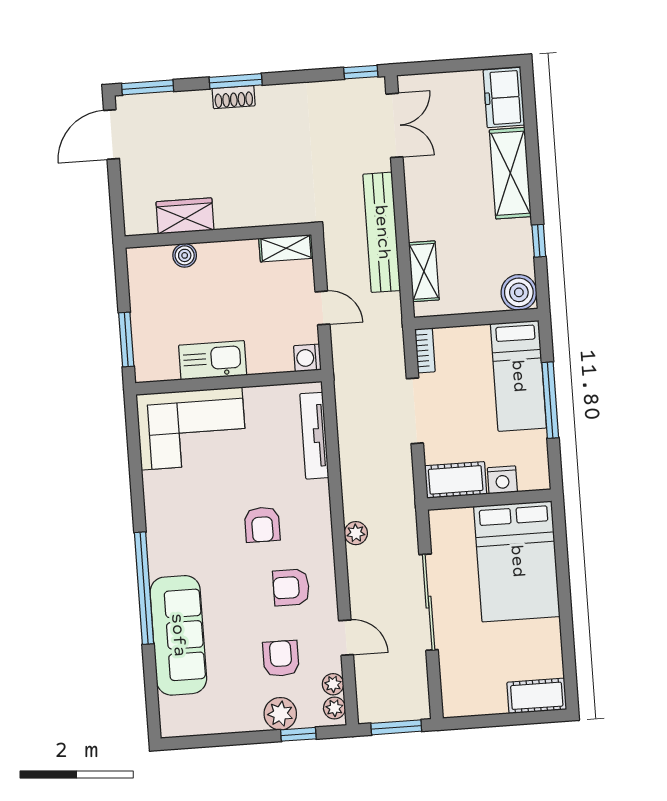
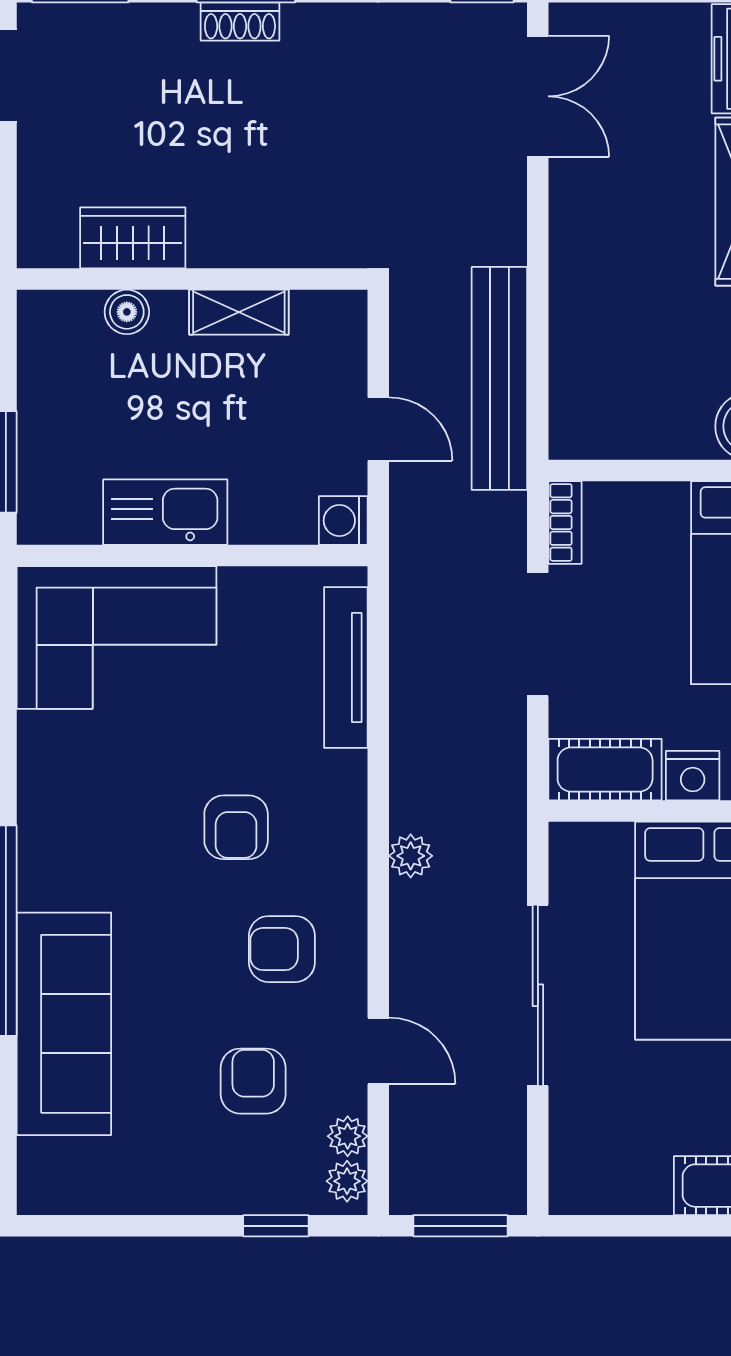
bench: (382, 232) -> (499, 378), moved
shelving: (286, 248) -> (239, 312), moved
shelving: (424, 271) -> (574, 374), removed
plant: (280, 714) -> (245, 1185), removed

